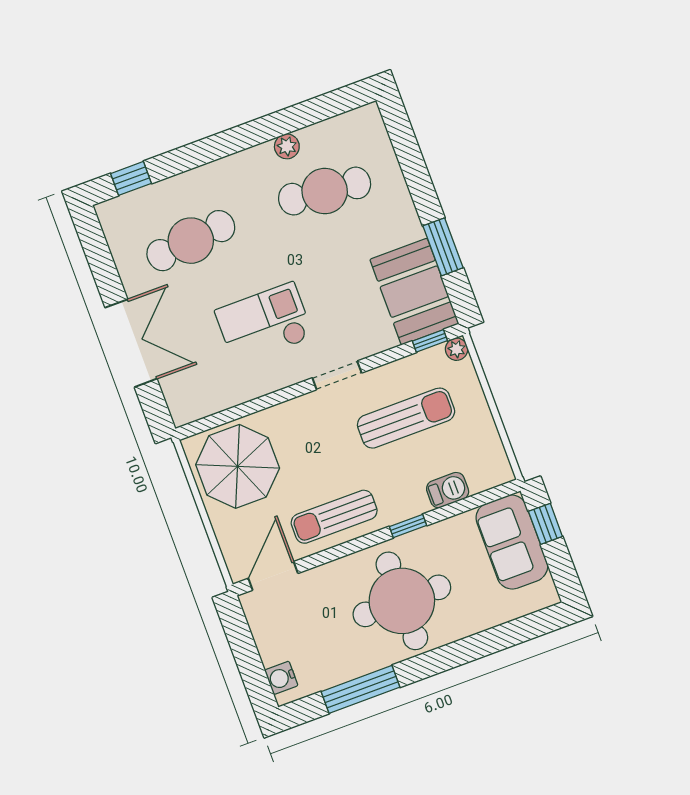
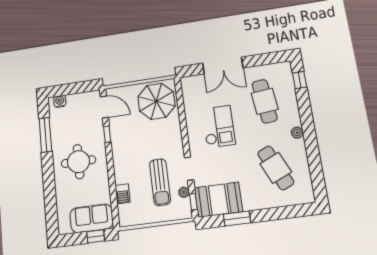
plant: (287, 146) -> (297, 133), moved
cafe table: (325, 191) -> (276, 168), turned -30
plant: (457, 349) -> (184, 192), moved
doorway: (337, 375) -> (189, 169), moved
sun lounger: (334, 517) -> (123, 139), removed
window: (408, 526) -> (107, 134), moved
round table: (402, 601) -> (79, 162), width x0.73, depth x0.73

